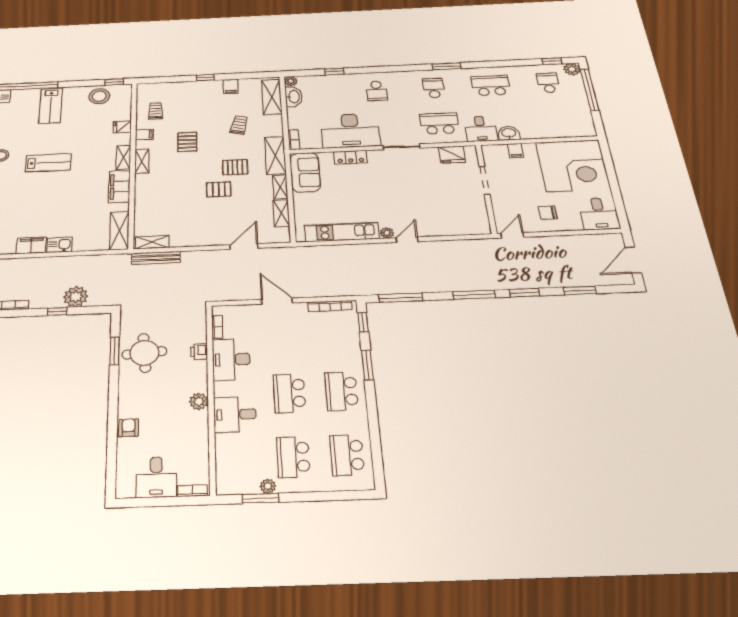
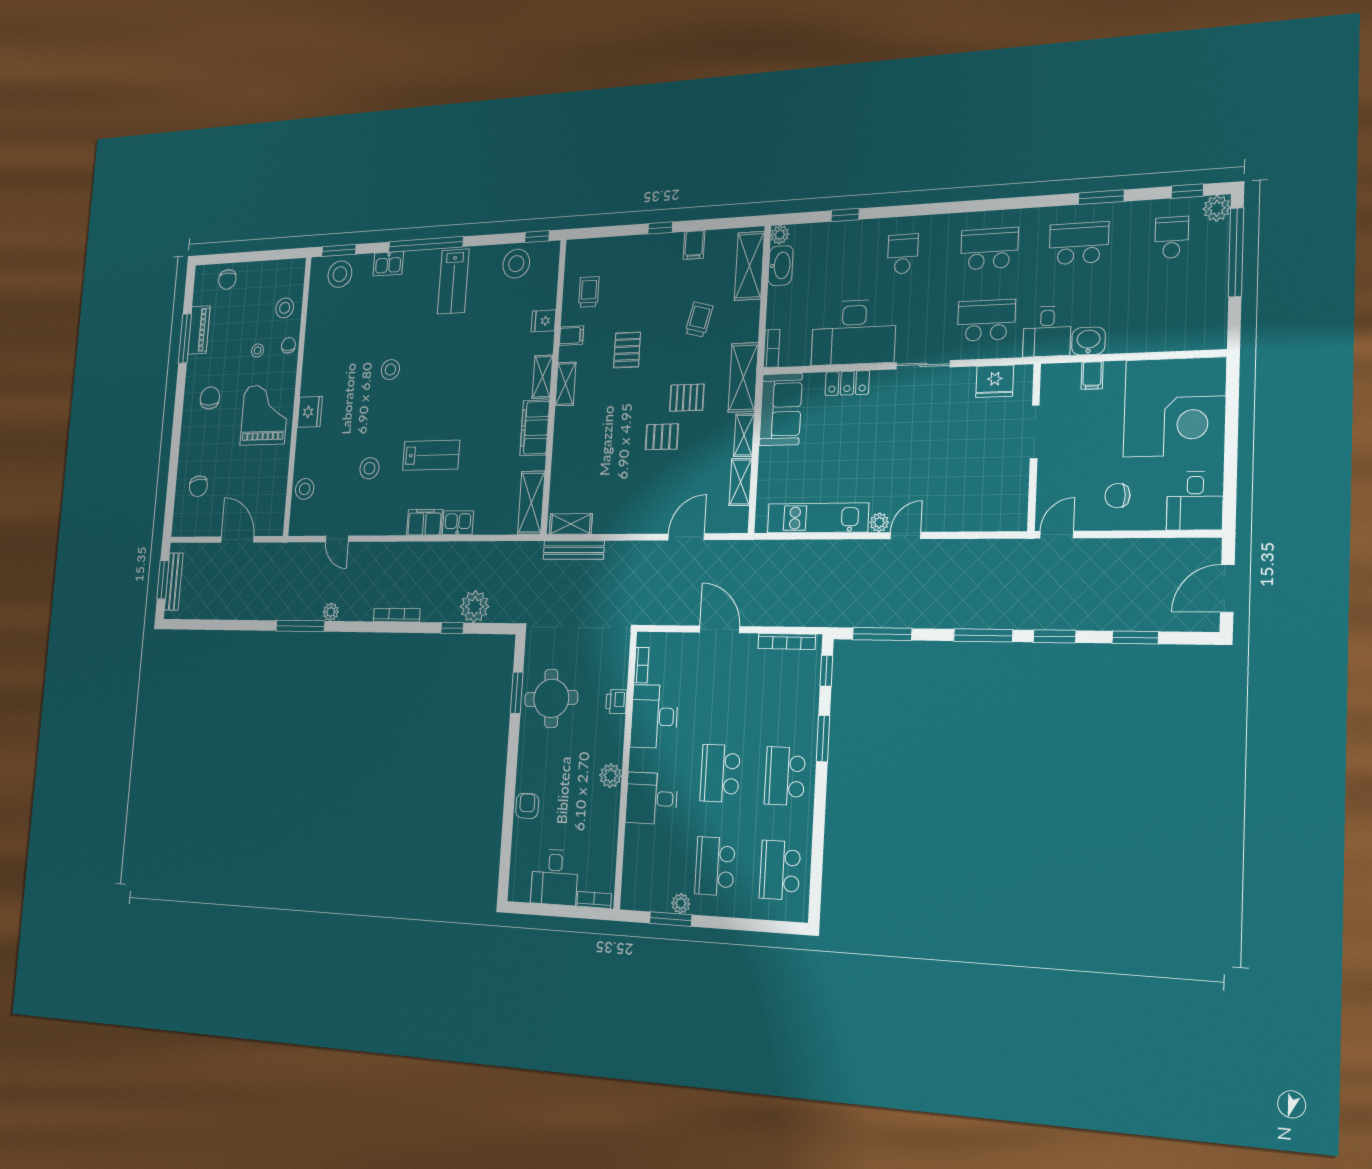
window: (446, 66) -> (1101, 197), moved
school desk: (434, 88) -> (989, 249), width x1.85
school desk: (377, 91) -> (903, 254), turned 180
lab bench: (48, 163) -> (431, 455), moved

